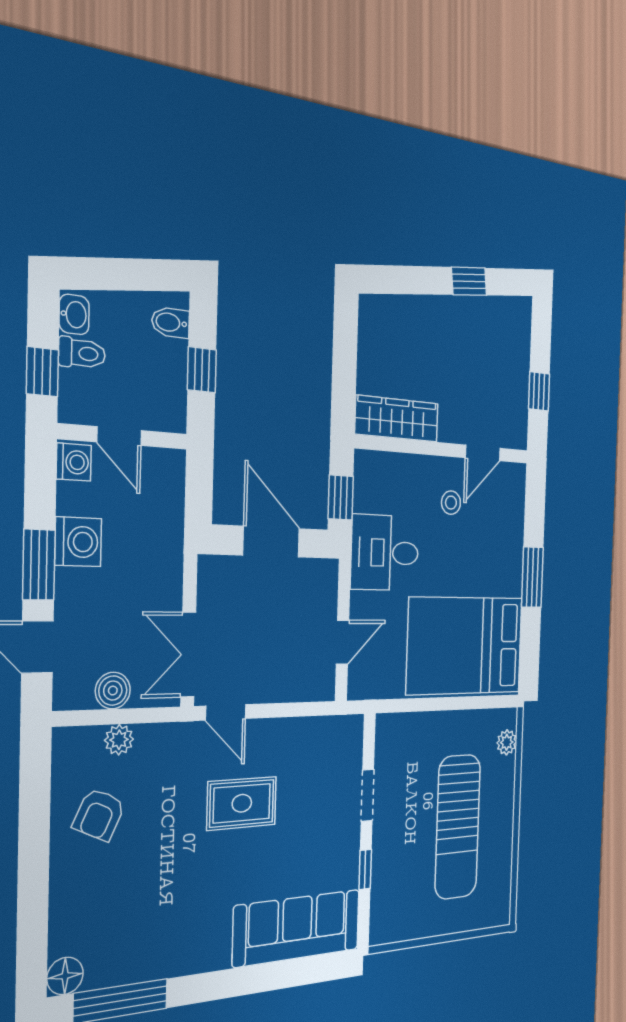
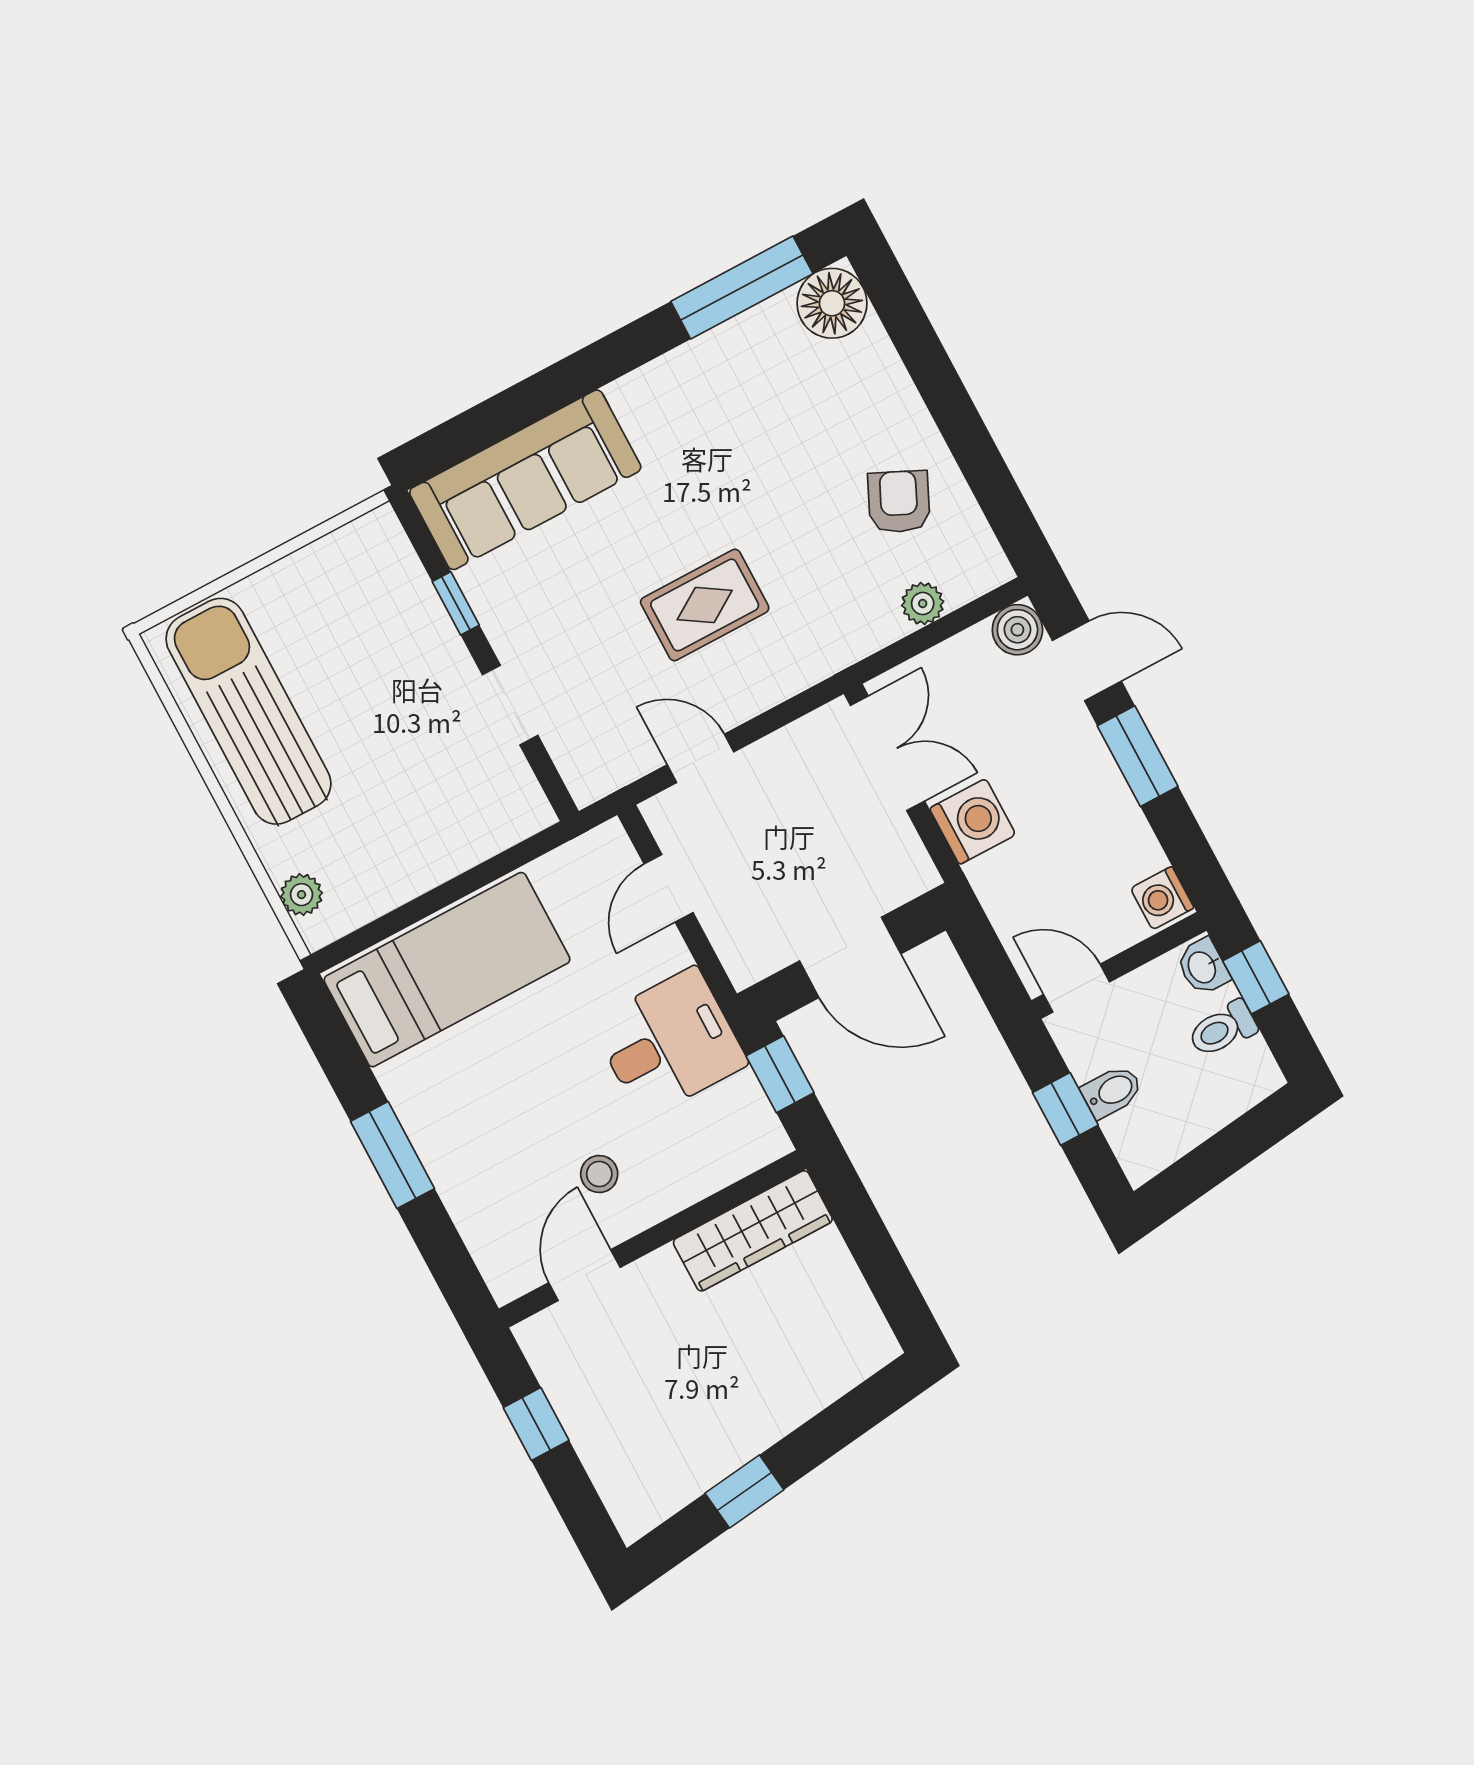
washbasin: (74, 314) -> (1203, 967), moved
bidet: (171, 322) -> (1112, 1092), moved
door: (119, 436) -> (1076, 988), moved
washing machine: (78, 542) -> (973, 821), moved, turned 180
bed: (465, 646) -> (447, 970), width x0.67
boiler: (113, 691) -> (1017, 630), moved
door: (226, 712) -> (700, 758), moved
sun lounger: (458, 827) -> (248, 711), moved
floor lamp: (65, 976) -> (832, 303), width x1.38, depth x1.38

